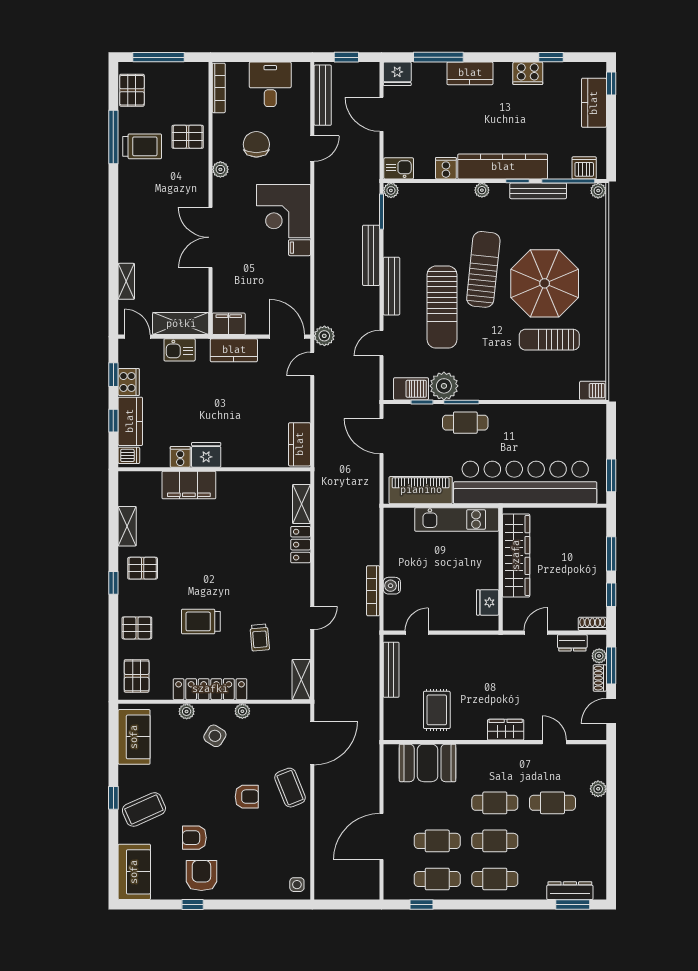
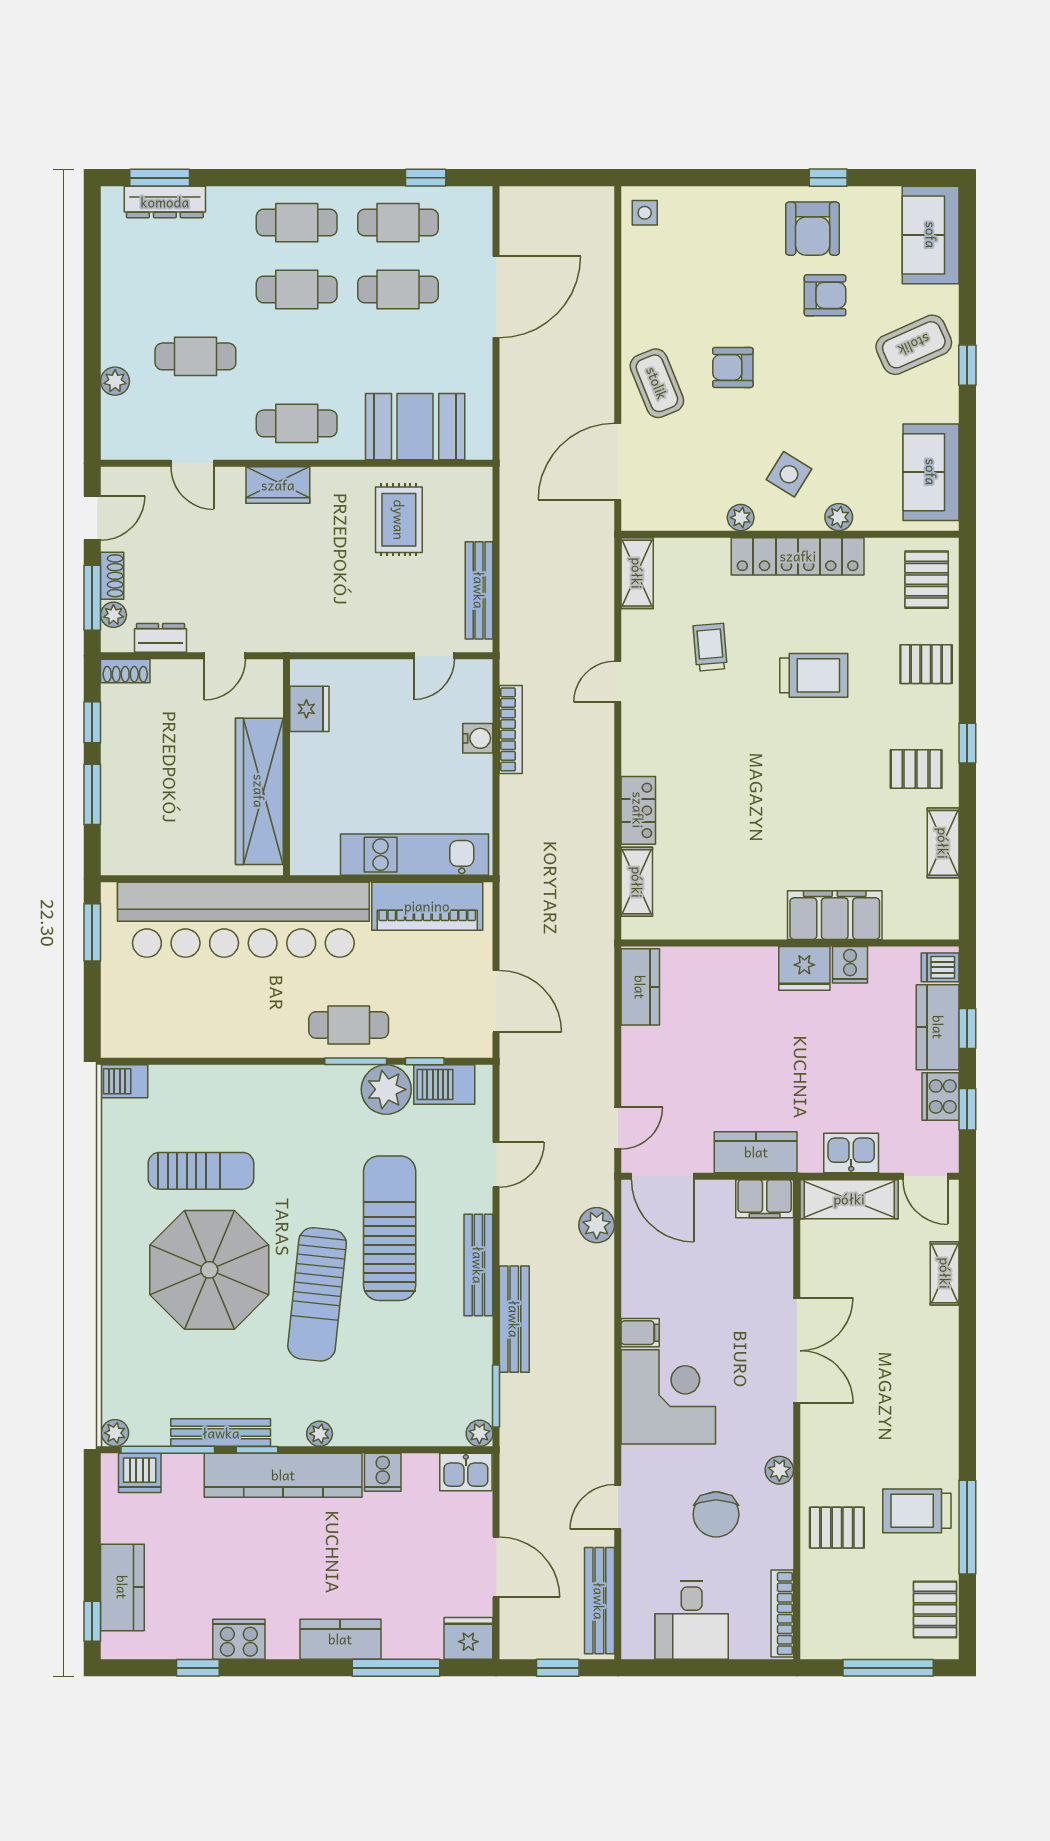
plant: (324, 336) -> (597, 1225), moved
kitchen unit: (457, 520) -> (415, 855), moved
cafe table: (495, 803) -> (297, 423), moved

